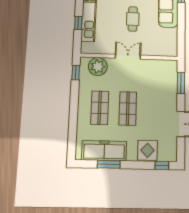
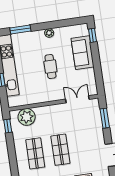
double door: (128, 57) -> (77, 99), moved

